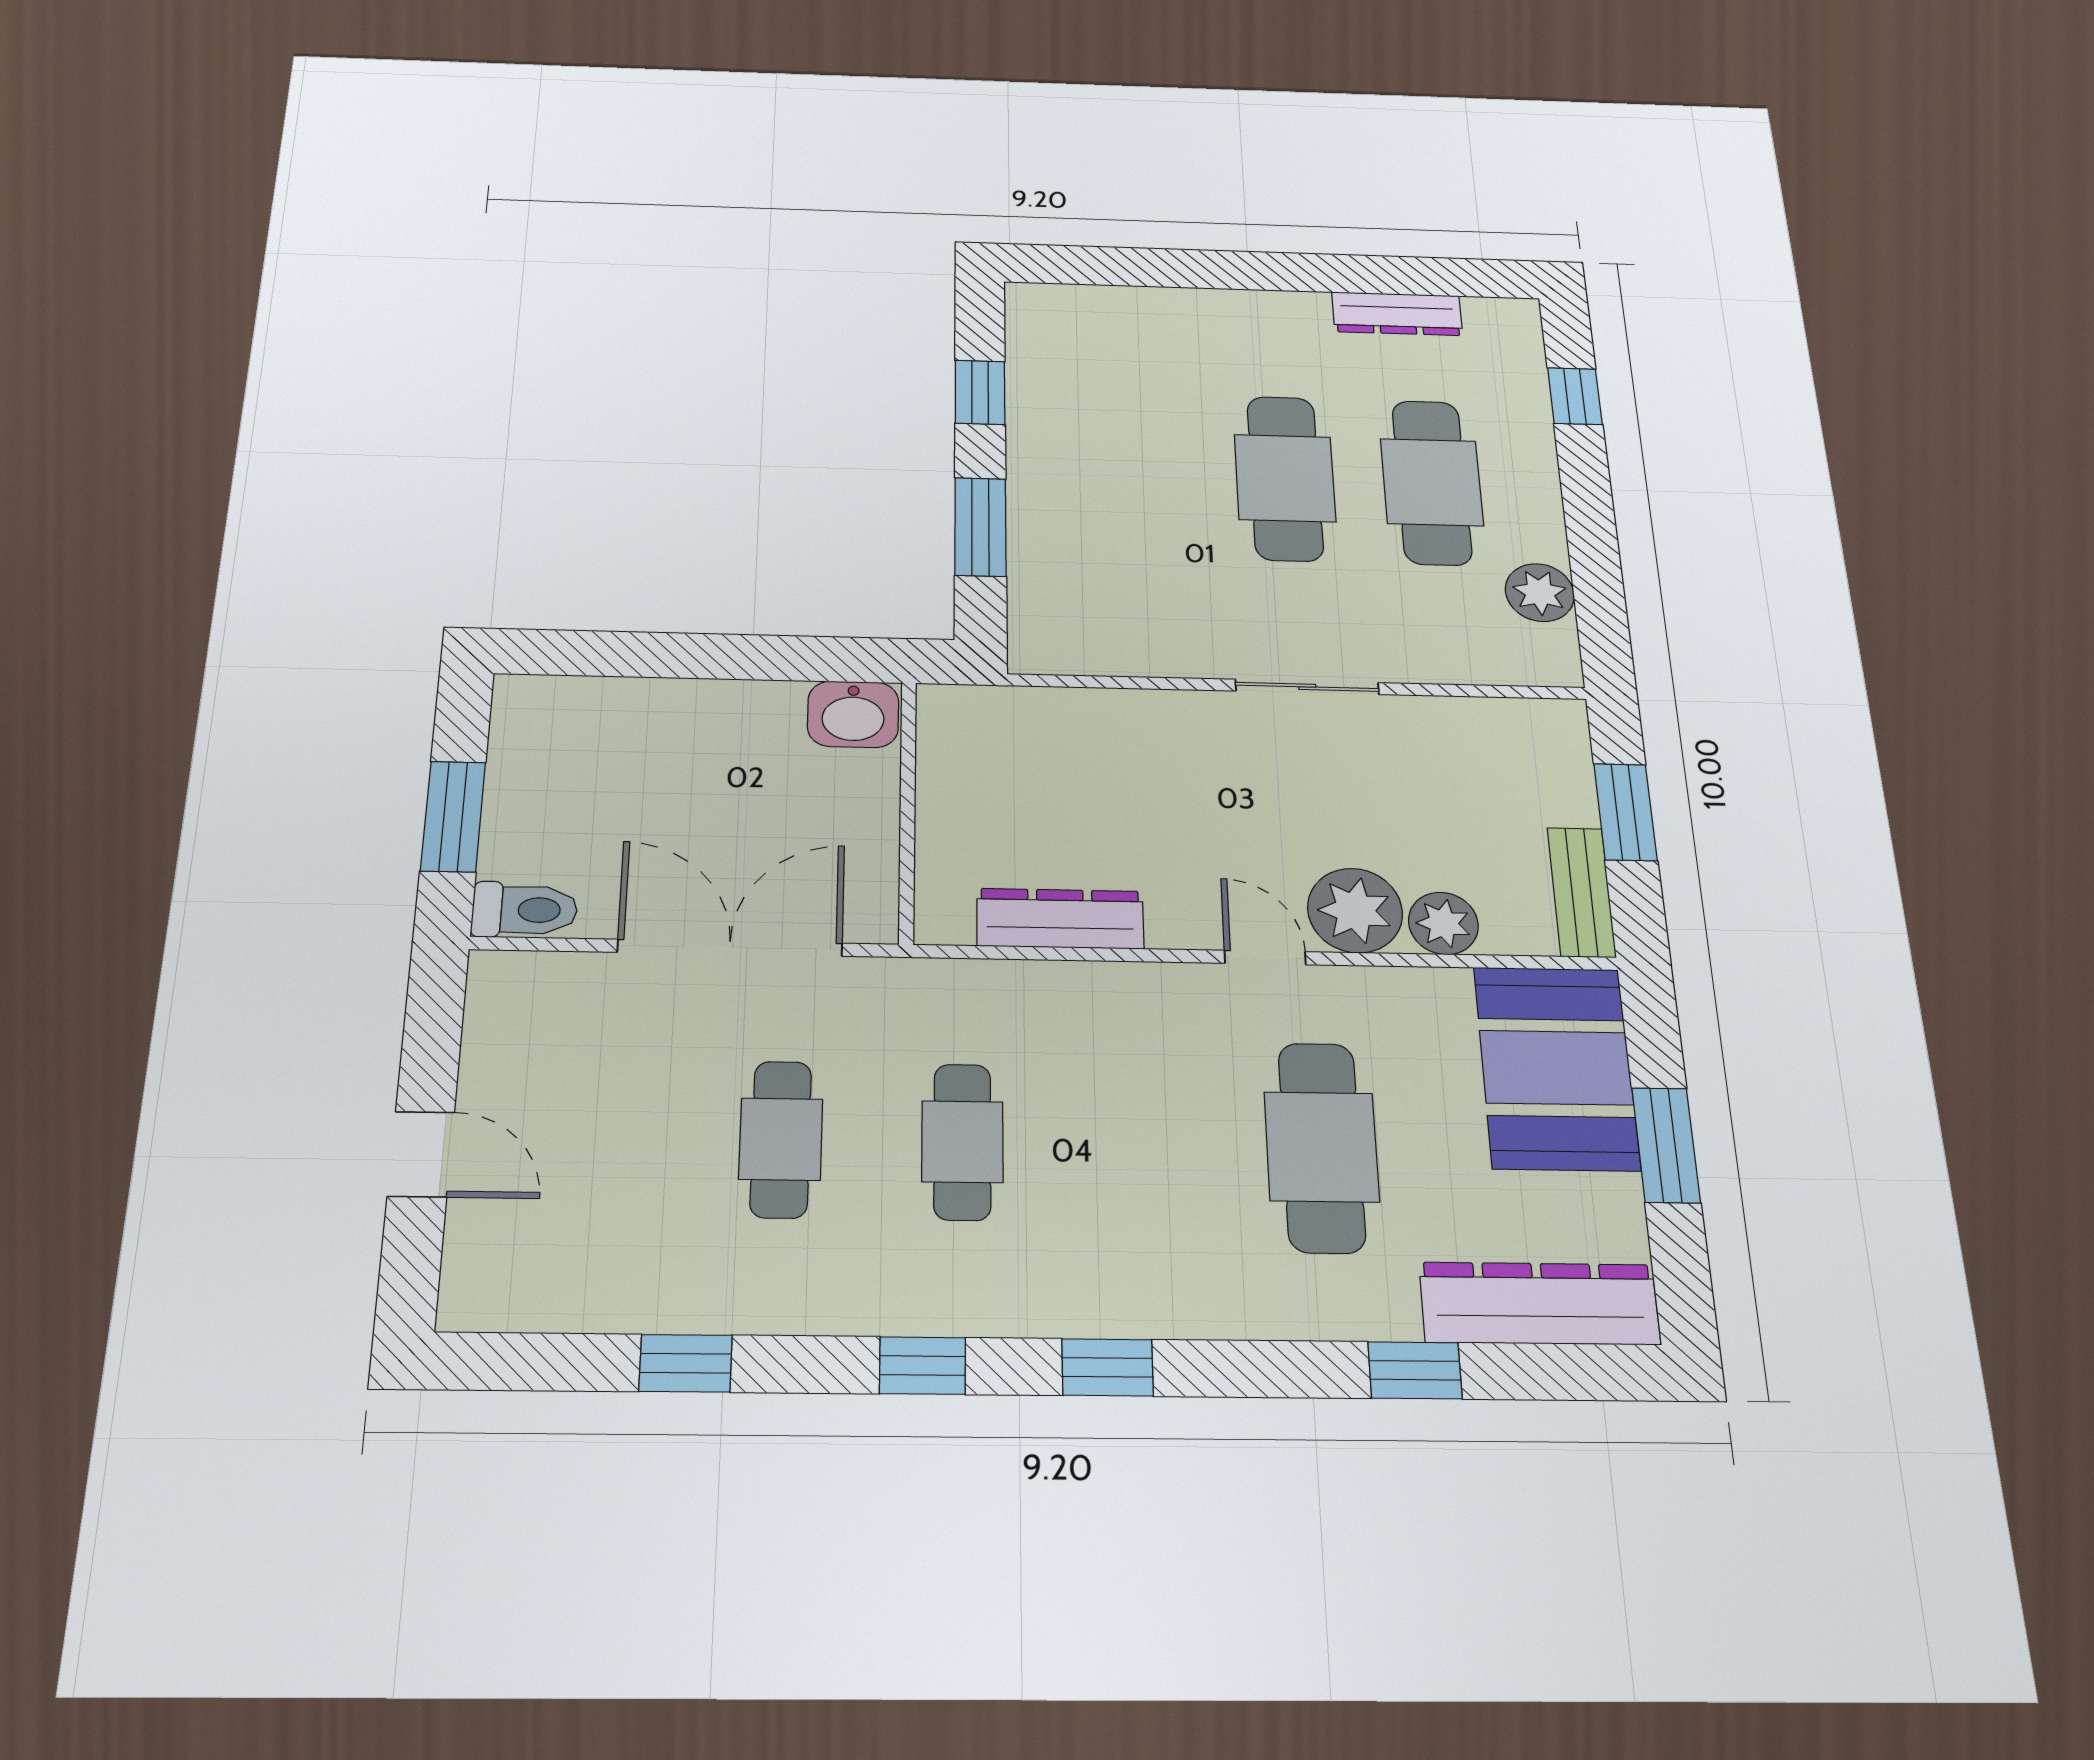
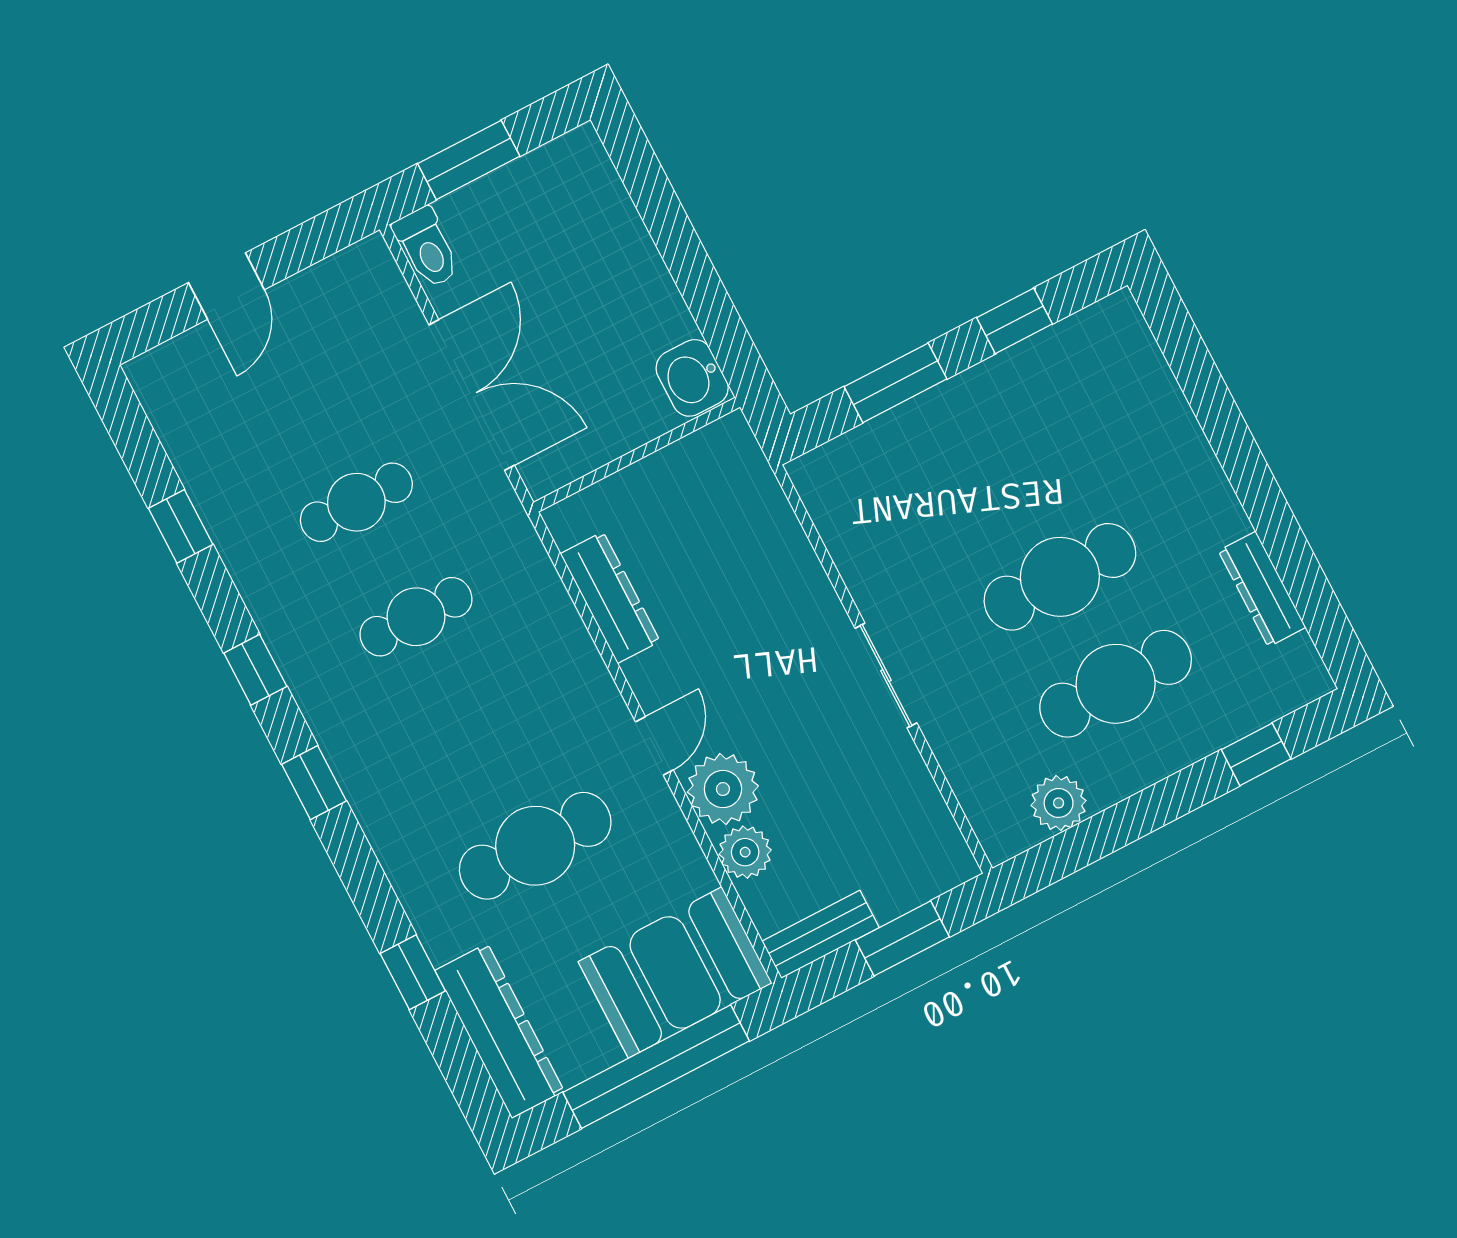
window: (1666, 1145) -> (656, 1067), width x2.11

